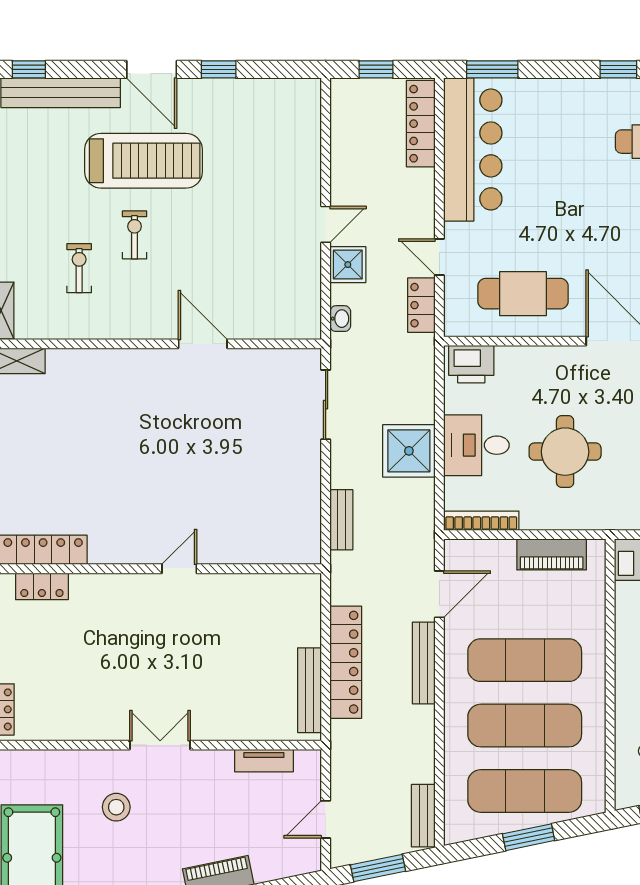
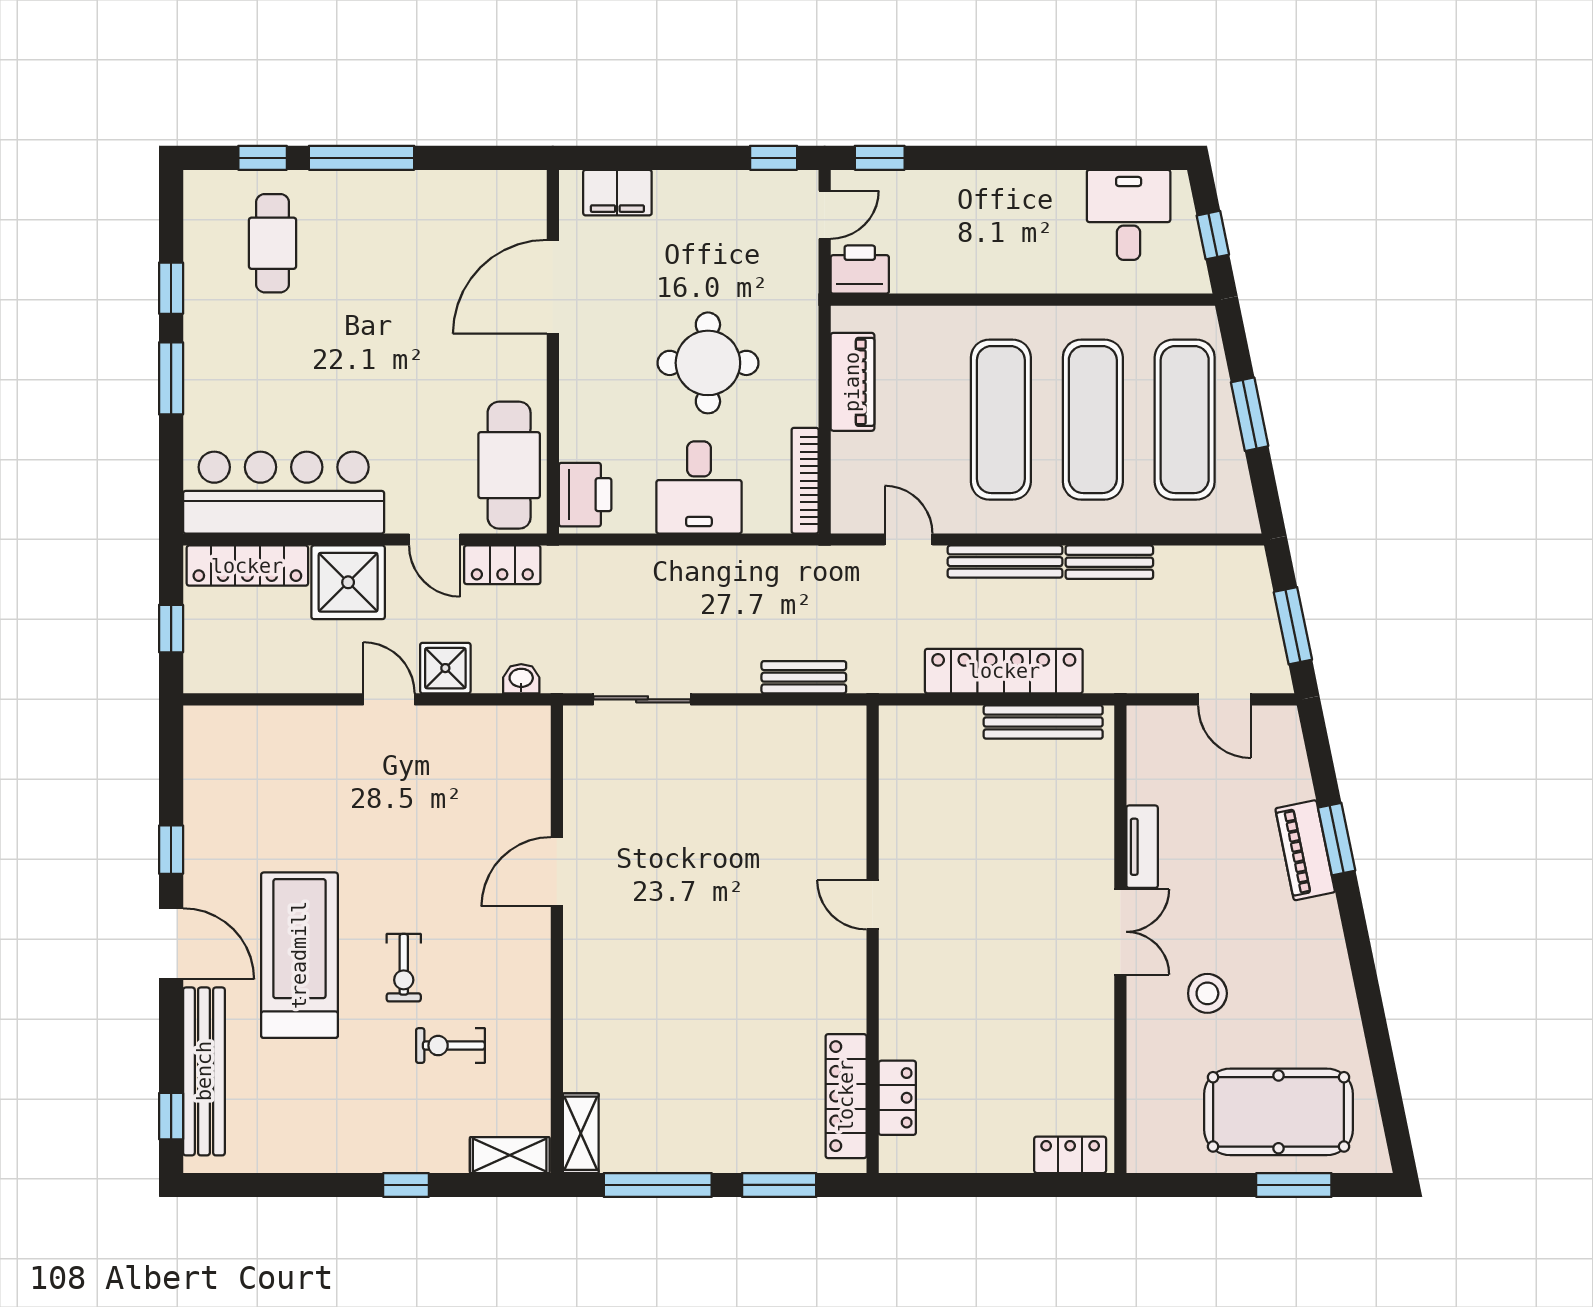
door: (152, 69) -> (171, 944), hinge flipped
window: (492, 69) -> (171, 378), moved
exercise bike: (135, 235) -> (404, 968), turned -90
door: (439, 257) -> (435, 539), hinge flipped
cafe table: (523, 294) -> (509, 465), moved
shower: (409, 451) -> (348, 582), moved
door: (439, 594) -> (908, 539), width x0.73
double door: (160, 745) -> (1120, 932), swing flipped
tv unit: (264, 761) -> (1142, 847), moved
bench: (423, 816) -> (1109, 562), moved

